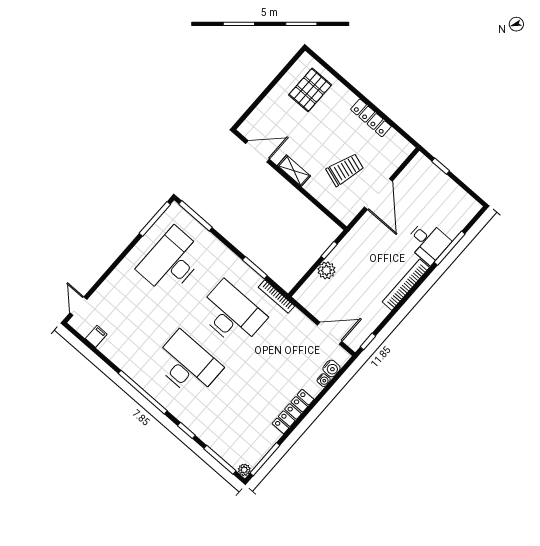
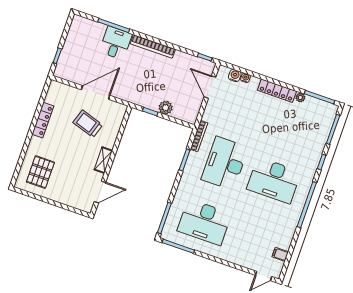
pallet: (310, 90) -> (40, 172), turned 90
door: (257, 151) -> (100, 192), swing flipped
desk: (187, 365) -> (274, 180), turned -90
plant: (244, 470) -> (300, 97), moved

